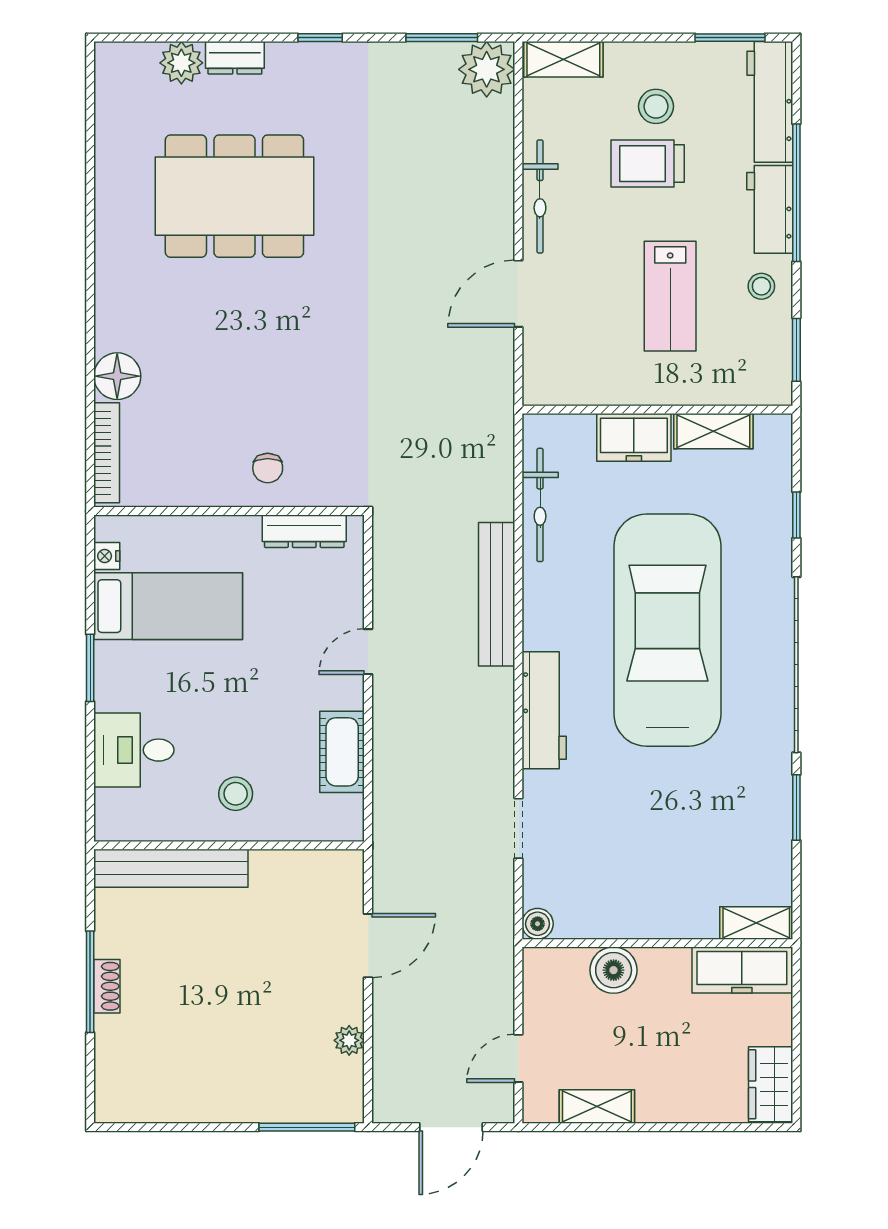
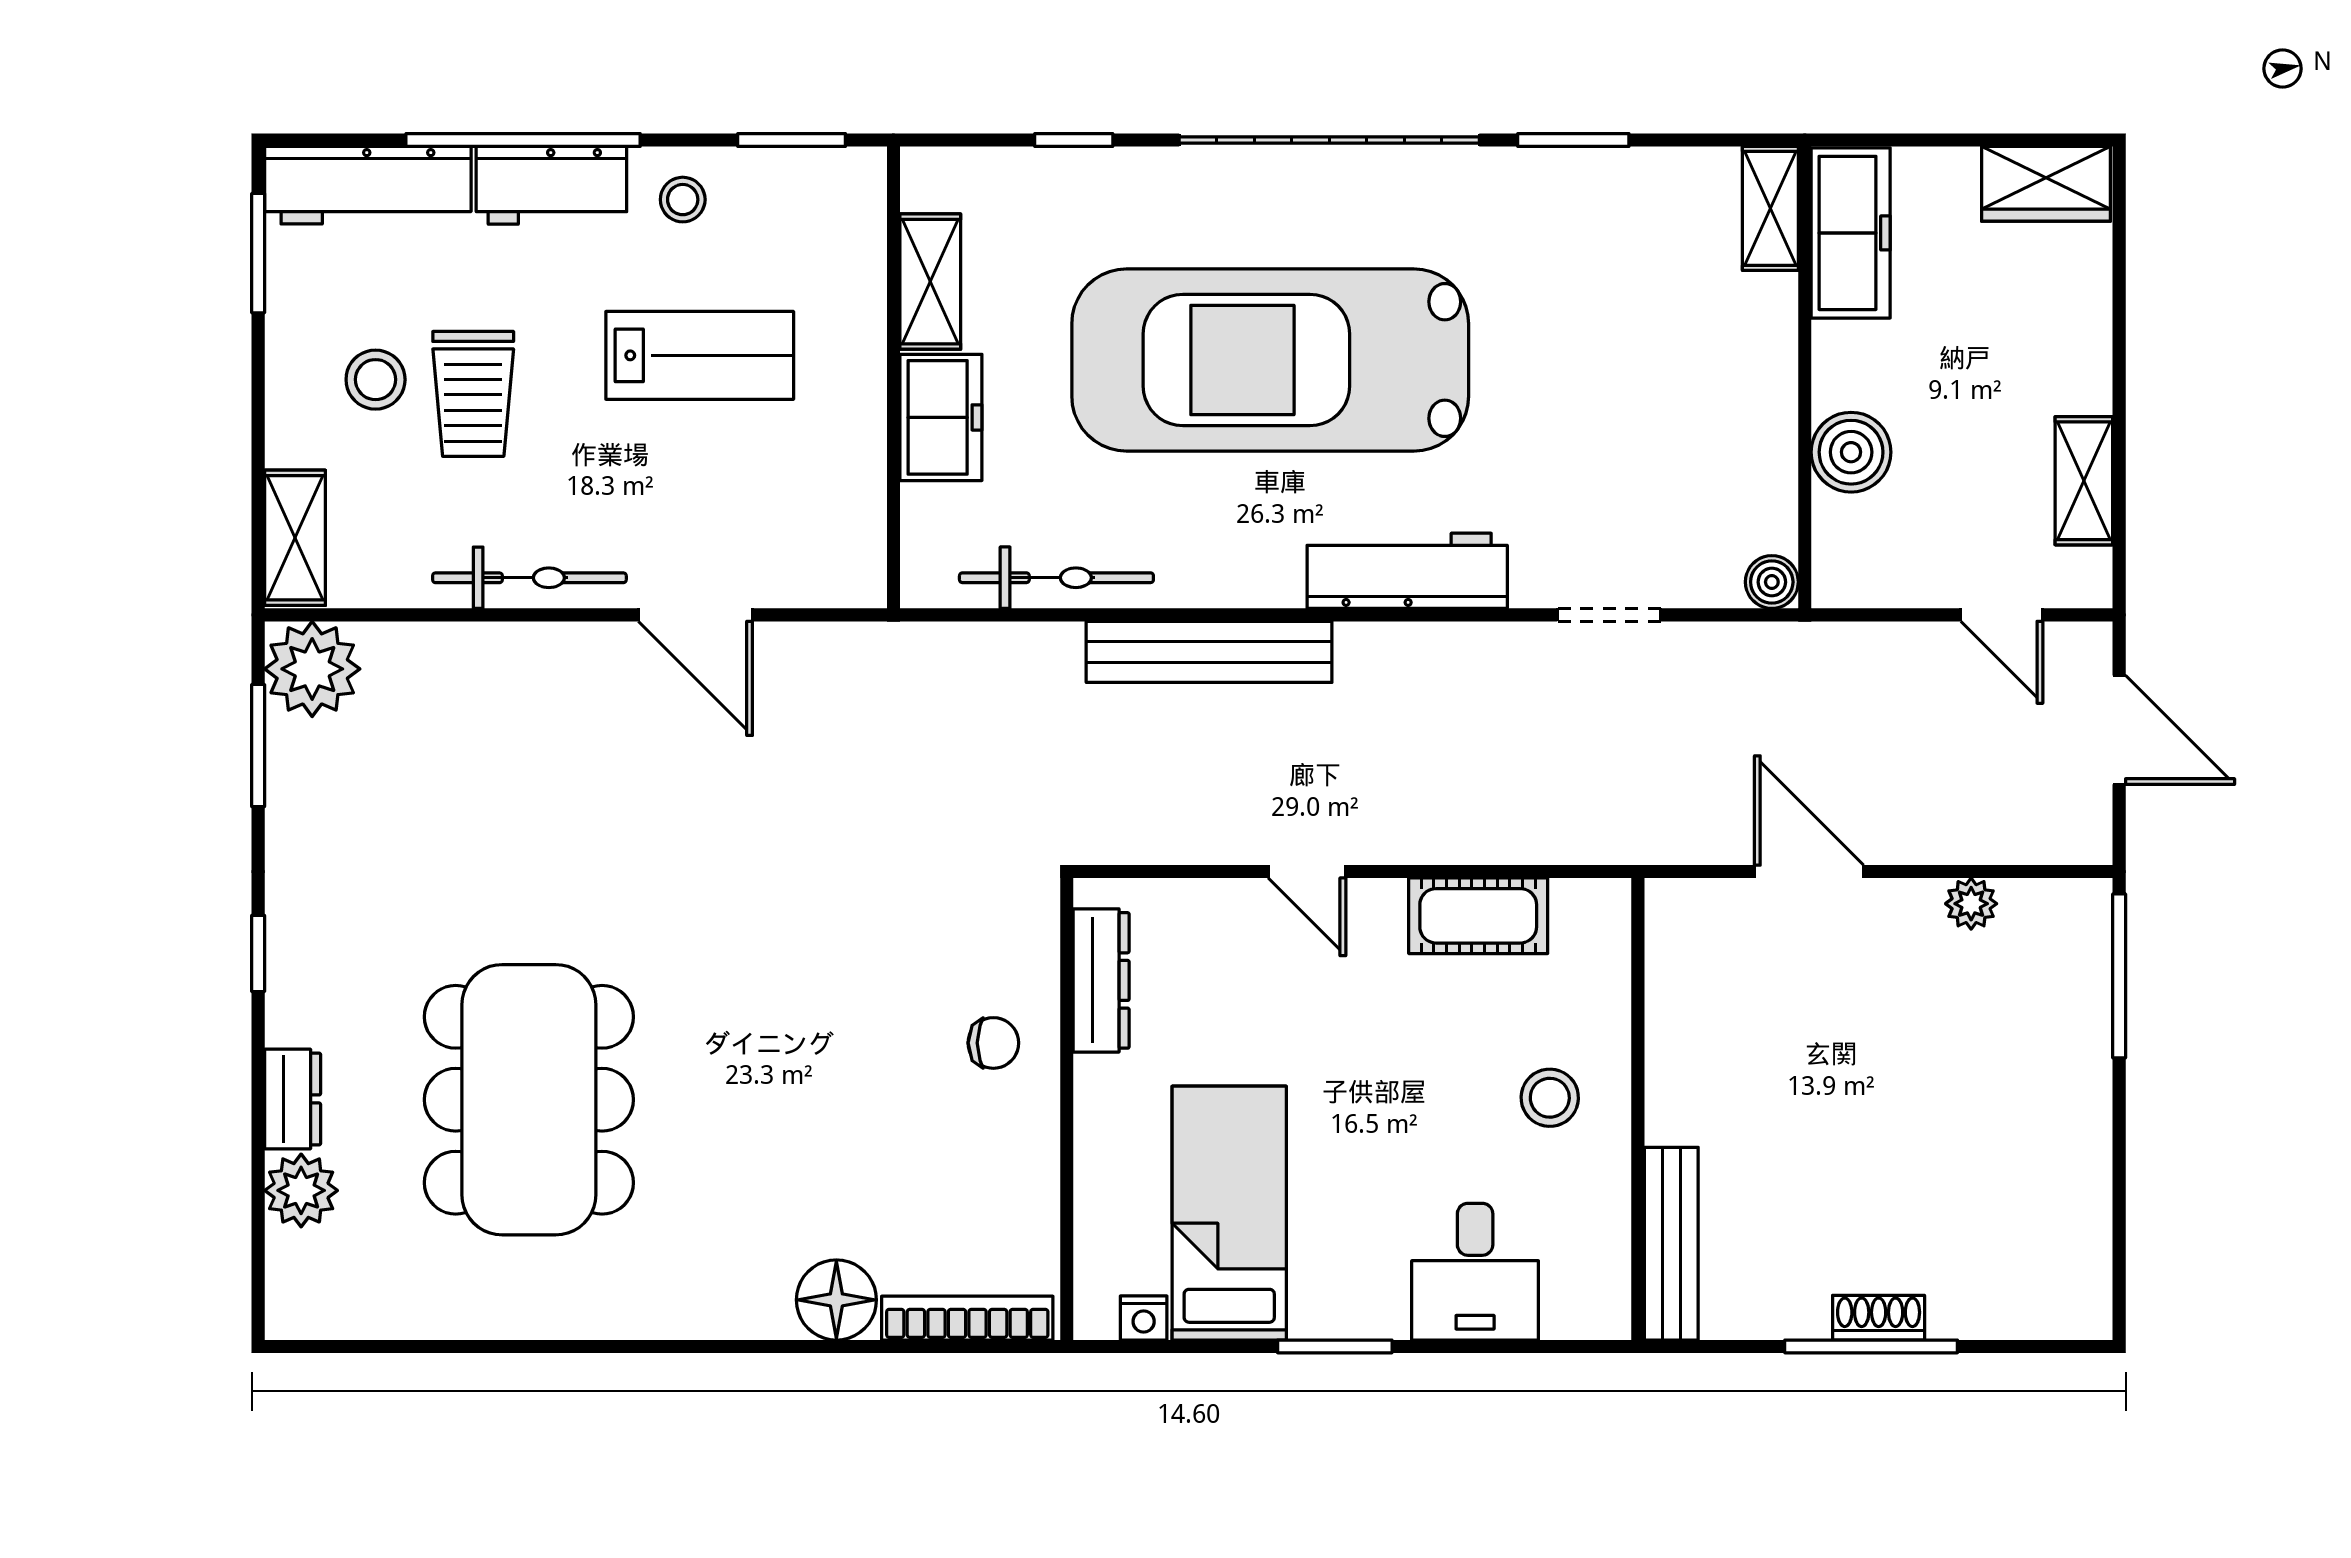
bench: (171, 868) -> (1671, 1244), width x0.73, depth x0.82

